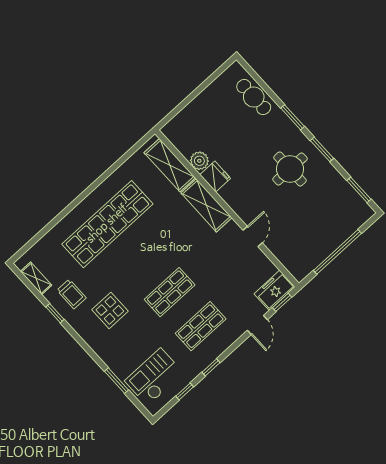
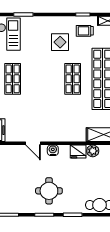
shelving: (206, 205) -> (68, 135), removed
water cooler: (240, 207) -> (53, 150), added
shop shelf: (170, 292) -> (73, 79), moved

